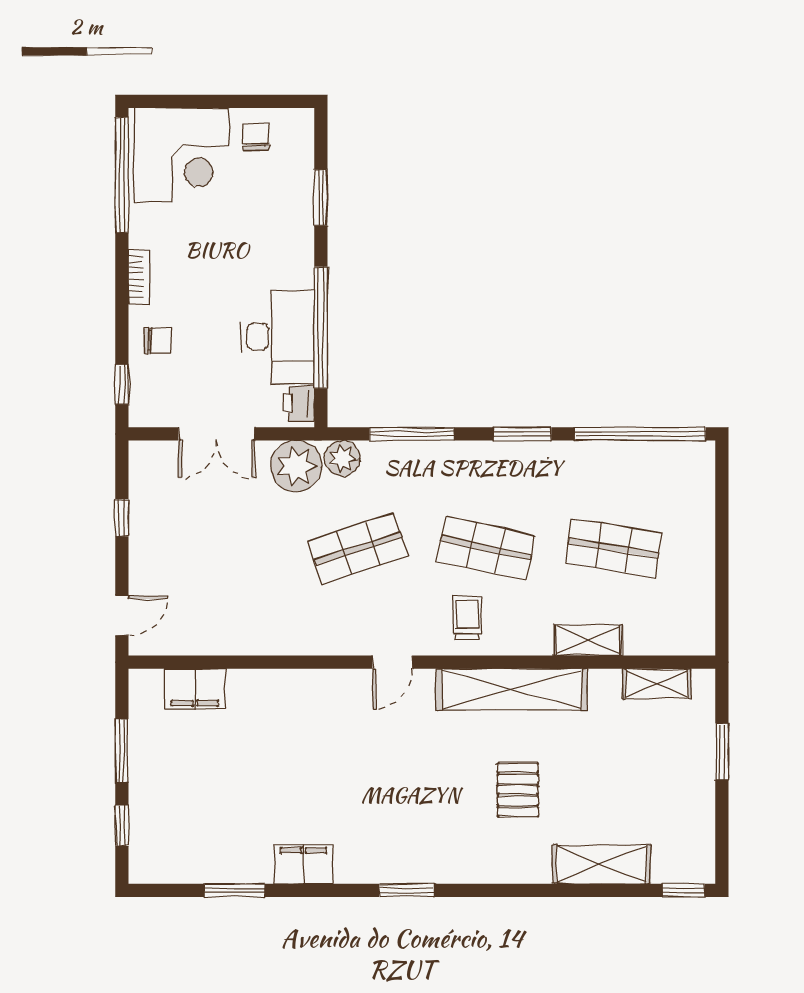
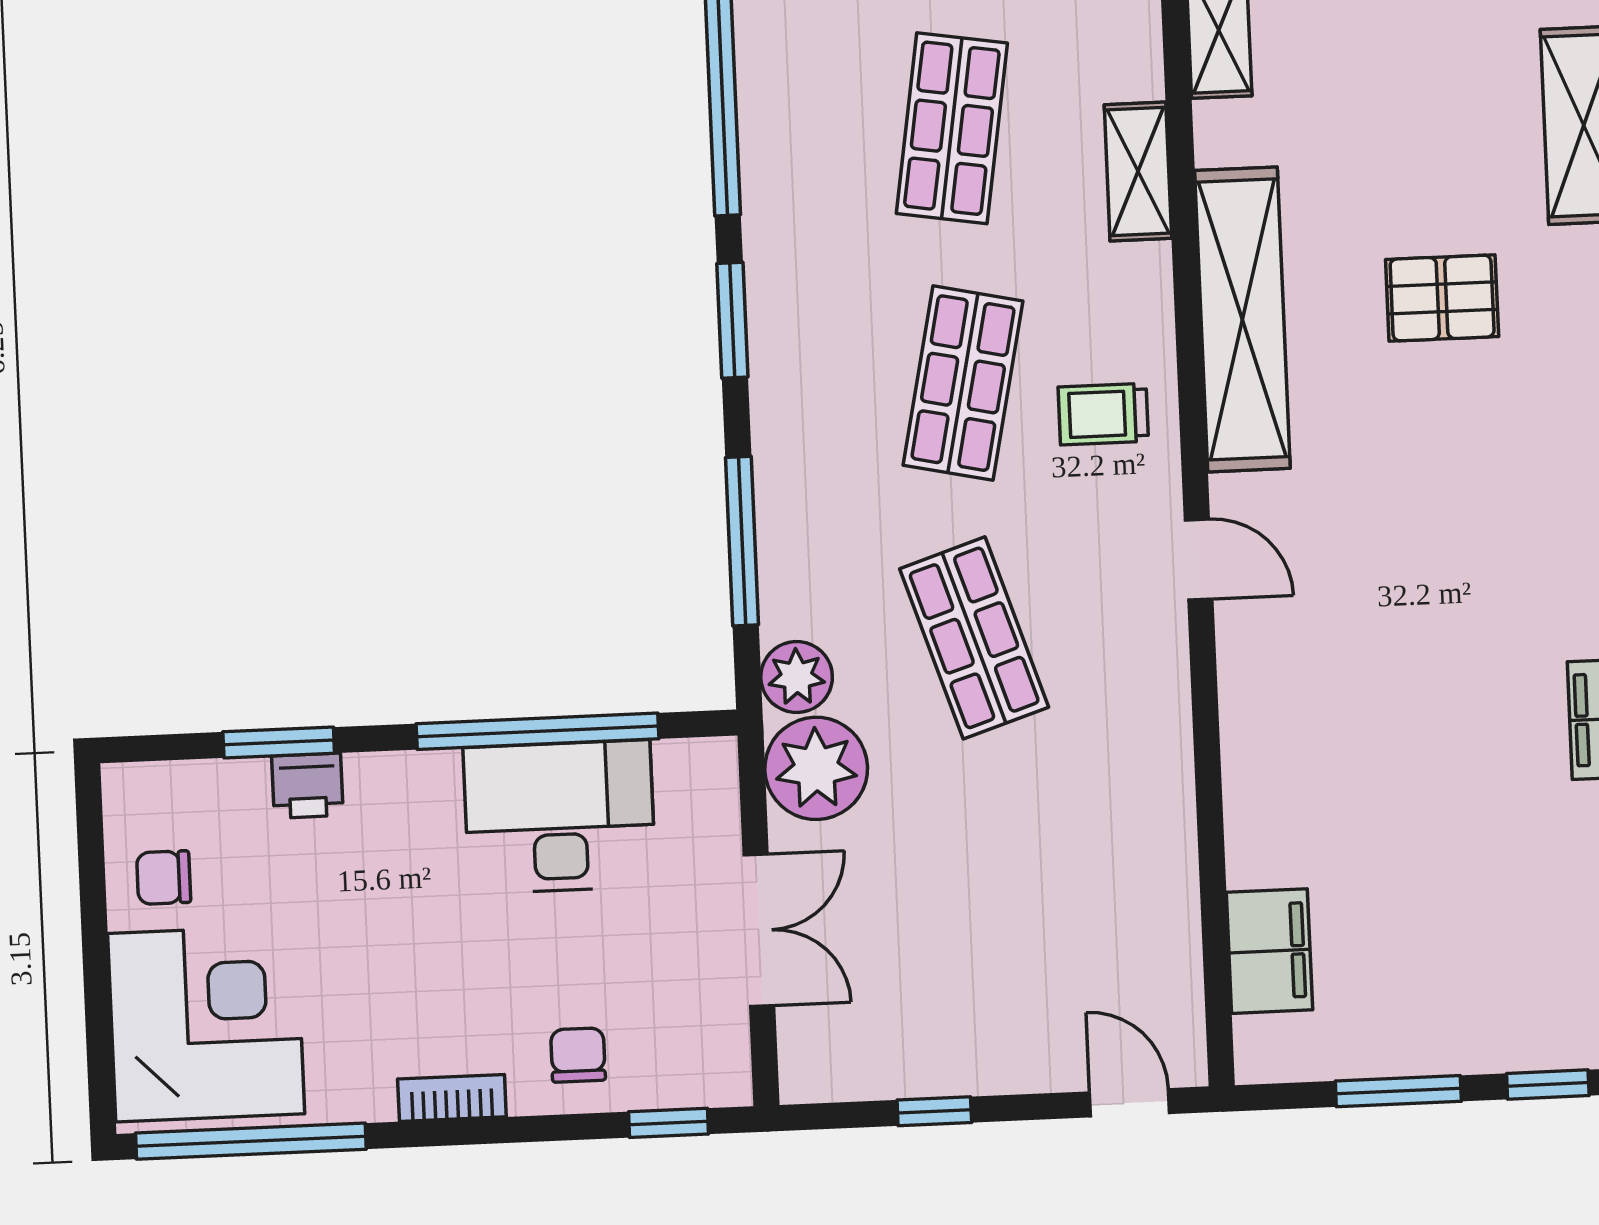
printer: (299, 403) -> (307, 786), moved

